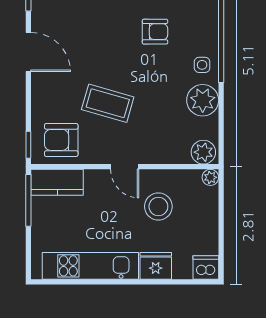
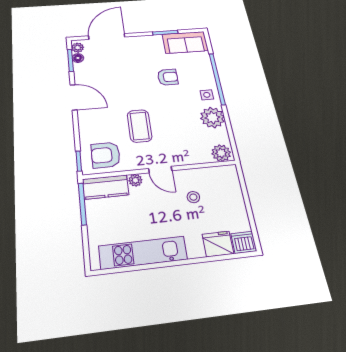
coffee table: (108, 103) -> (140, 126), turned 74
plant: (210, 177) -> (135, 180), moved
stool: (158, 206) -> (193, 197), width x0.53, depth x0.53
fridge: (156, 266) -> (218, 244), moved

